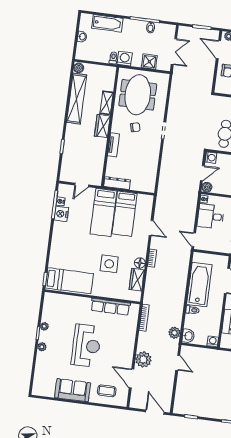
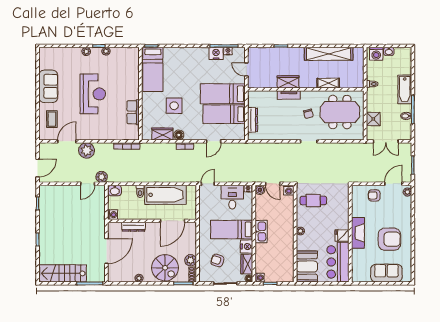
bathtub: (107, 23) -> (405, 89), moved
washing machine: (125, 59) -> (376, 54), moved, turned 90
boiler: (79, 68) -> (358, 52), removed
wardrobe: (102, 126) -> (288, 82), moved
dresser: (117, 183) -> (253, 120), moved
row of seats: (110, 307) -> (133, 112), width x0.68
plant: (174, 333) -> (102, 177), moved
reception desk: (86, 346) -> (93, 94), turned -90

